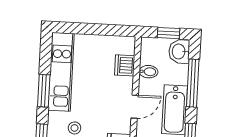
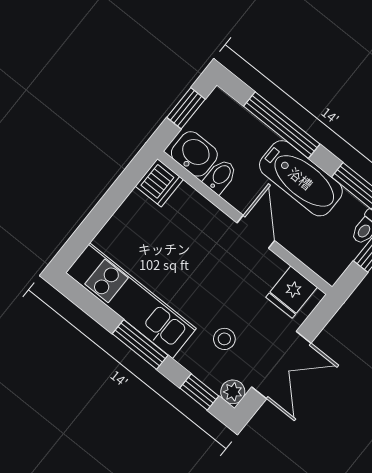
washbasin: (179, 52) -> (194, 154), moved, turned 180
dishwasher: (125, 65) -> (159, 183), moved, turned -90

